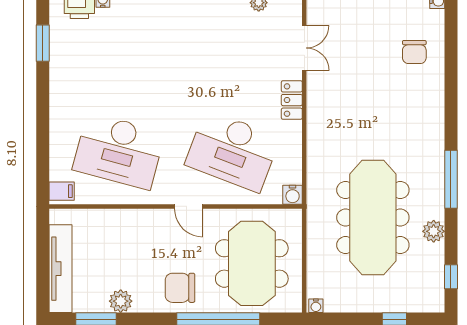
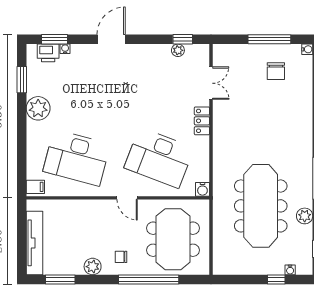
chair: (414, 52) -> (276, 71), moved
plant: (66, 83) -> (38, 108), added
chair: (180, 288) -> (121, 257), width x0.54, depth x0.54
plant: (121, 301) -> (93, 267), moved
water cooler: (316, 306) -> (290, 270), moved

